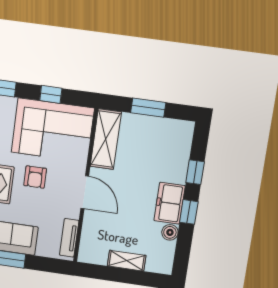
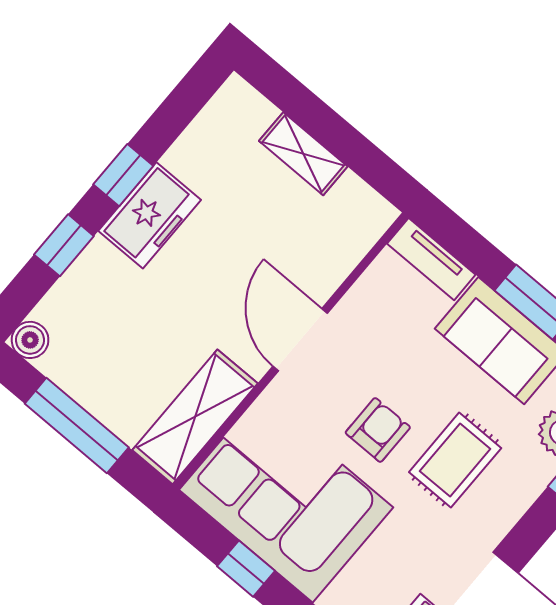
window: (148, 108) -> (77, 426), width x1.44
boiler: (170, 232) -> (30, 340), moved
tv unit: (69, 238) -> (431, 259), moved, turned 90

